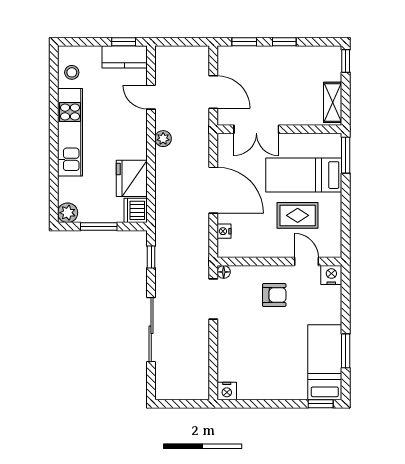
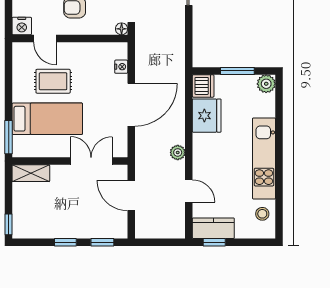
shelving: (333, 102) -> (31, 173), moved, turned 90
door: (213, 190) -> (131, 105), swing flipped
window: (151, 257) -> (189, 43), removed

